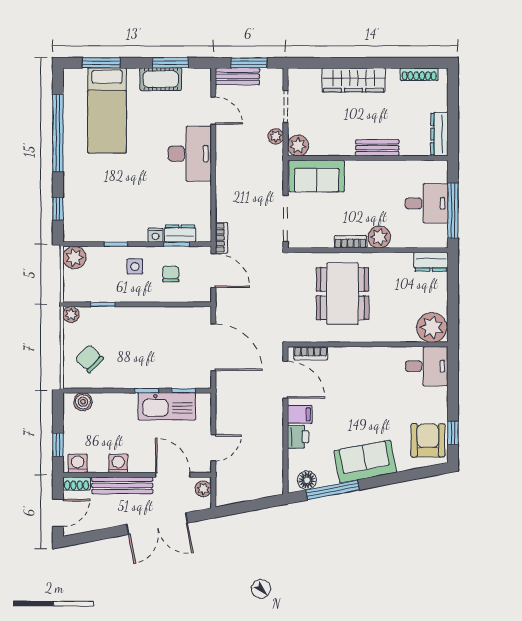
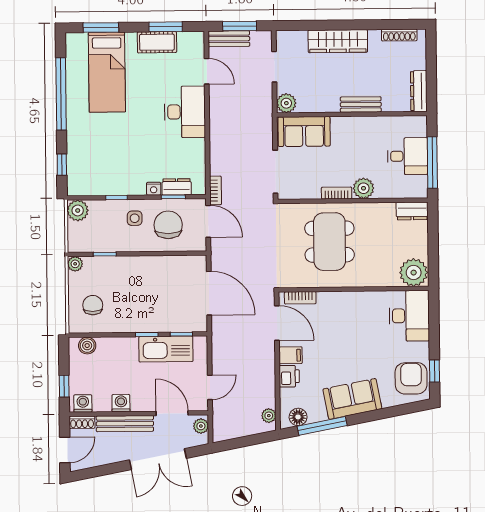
plant: (276, 136) -> (269, 416), moved
chair: (171, 274) -> (168, 225), width x1.87, depth x1.87
chair: (89, 359) -> (93, 305), turned 45
desk: (427, 366) -> (409, 316), width x1.37

